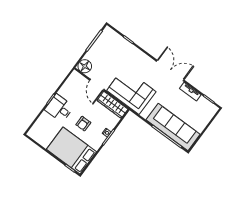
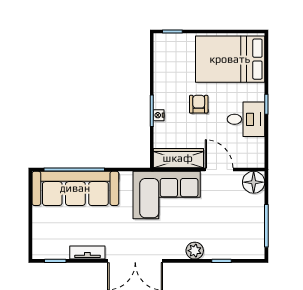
plant: (138, 54) -> (195, 251), added
desk: (59, 108) -> (246, 119), moved
bed: (71, 151) -> (230, 59), moved, turned 180

